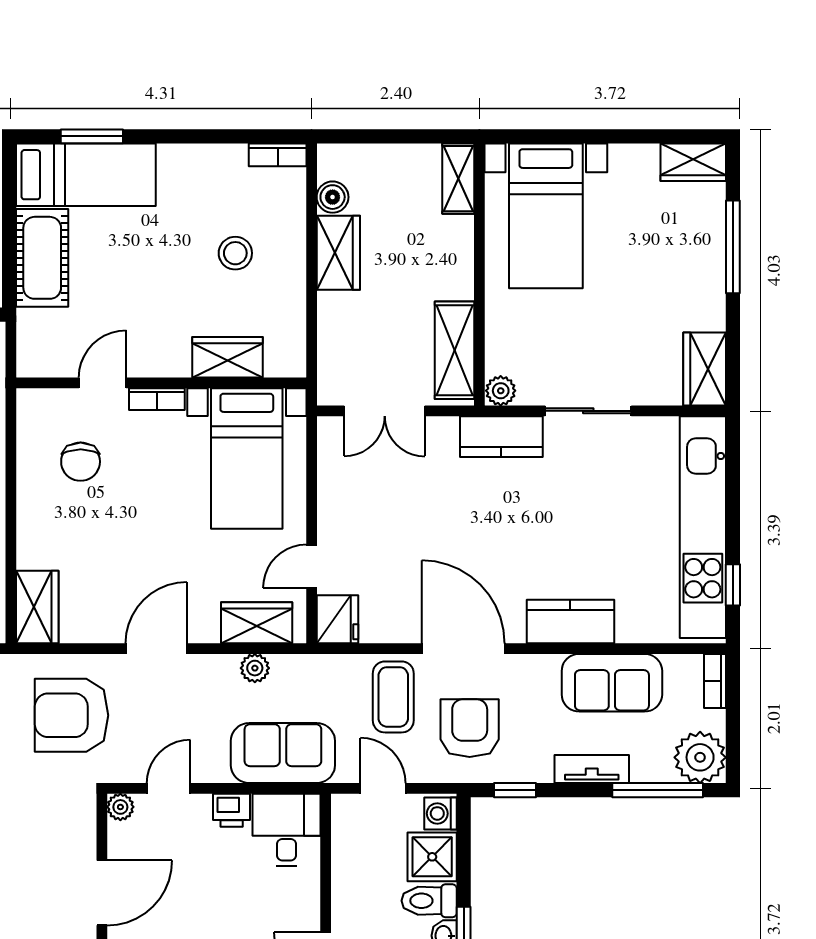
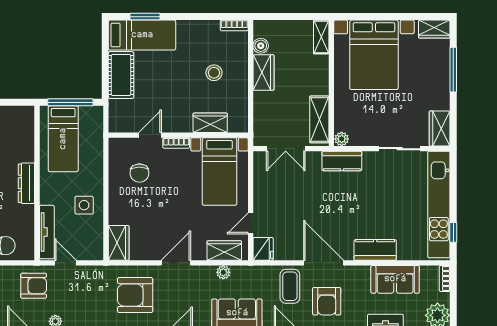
bed with nightstands: (546, 216) -> (374, 55), width x1.36
sliding door: (588, 411) -> (400, 149), moved
armchair: (470, 728) -> (327, 301), turned 180

